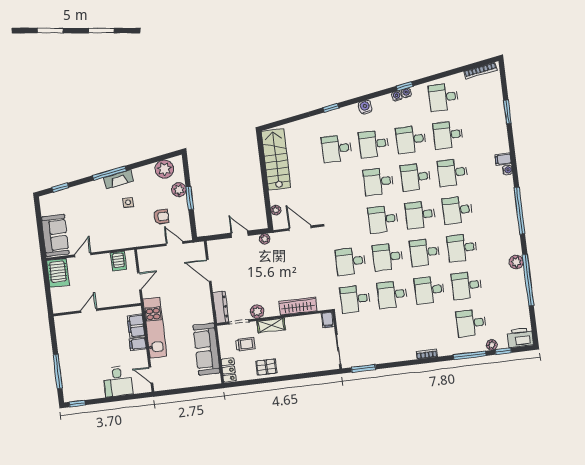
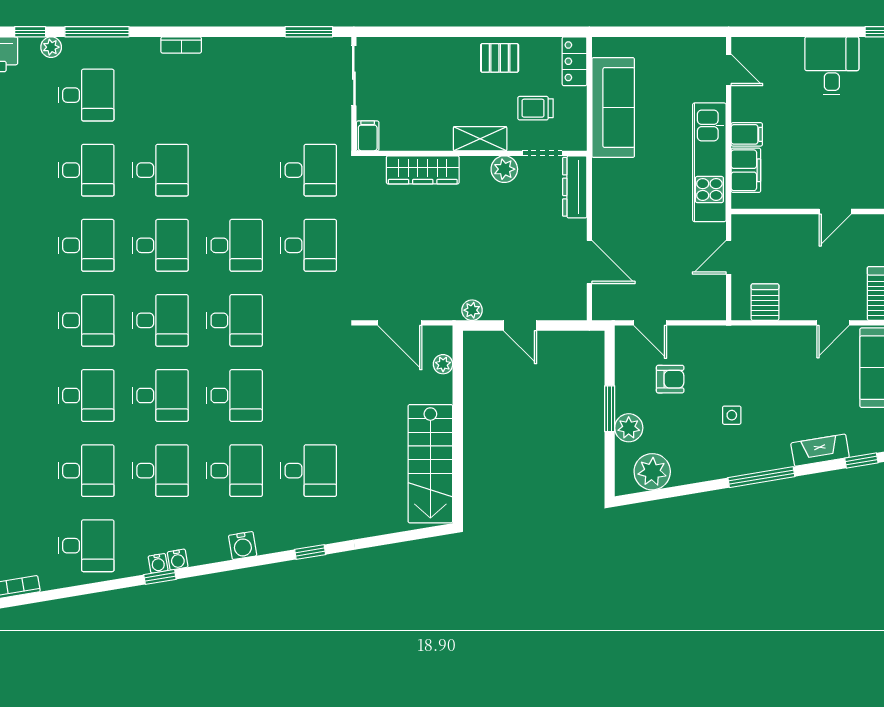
fireplace: (119, 179) -> (820, 450), moved
armchair: (161, 217) -> (670, 379), turned 180
desk: (392, 294) -> (234, 170), removed
desk: (118, 381) -> (832, 66), moved

